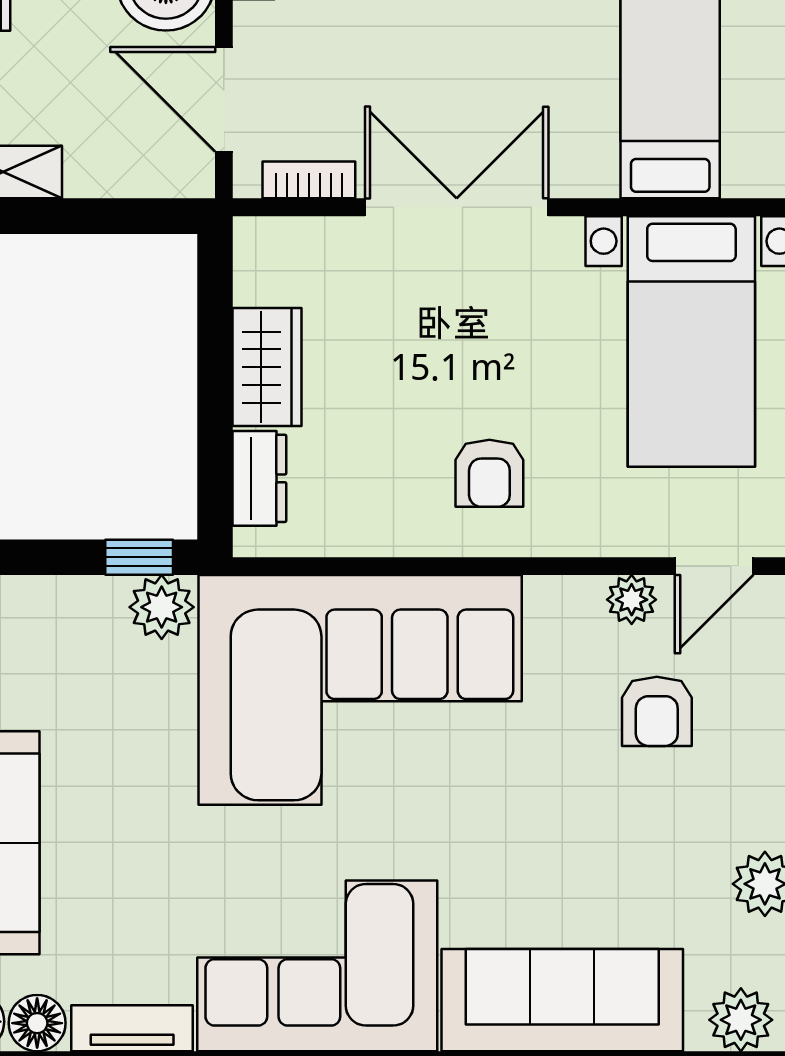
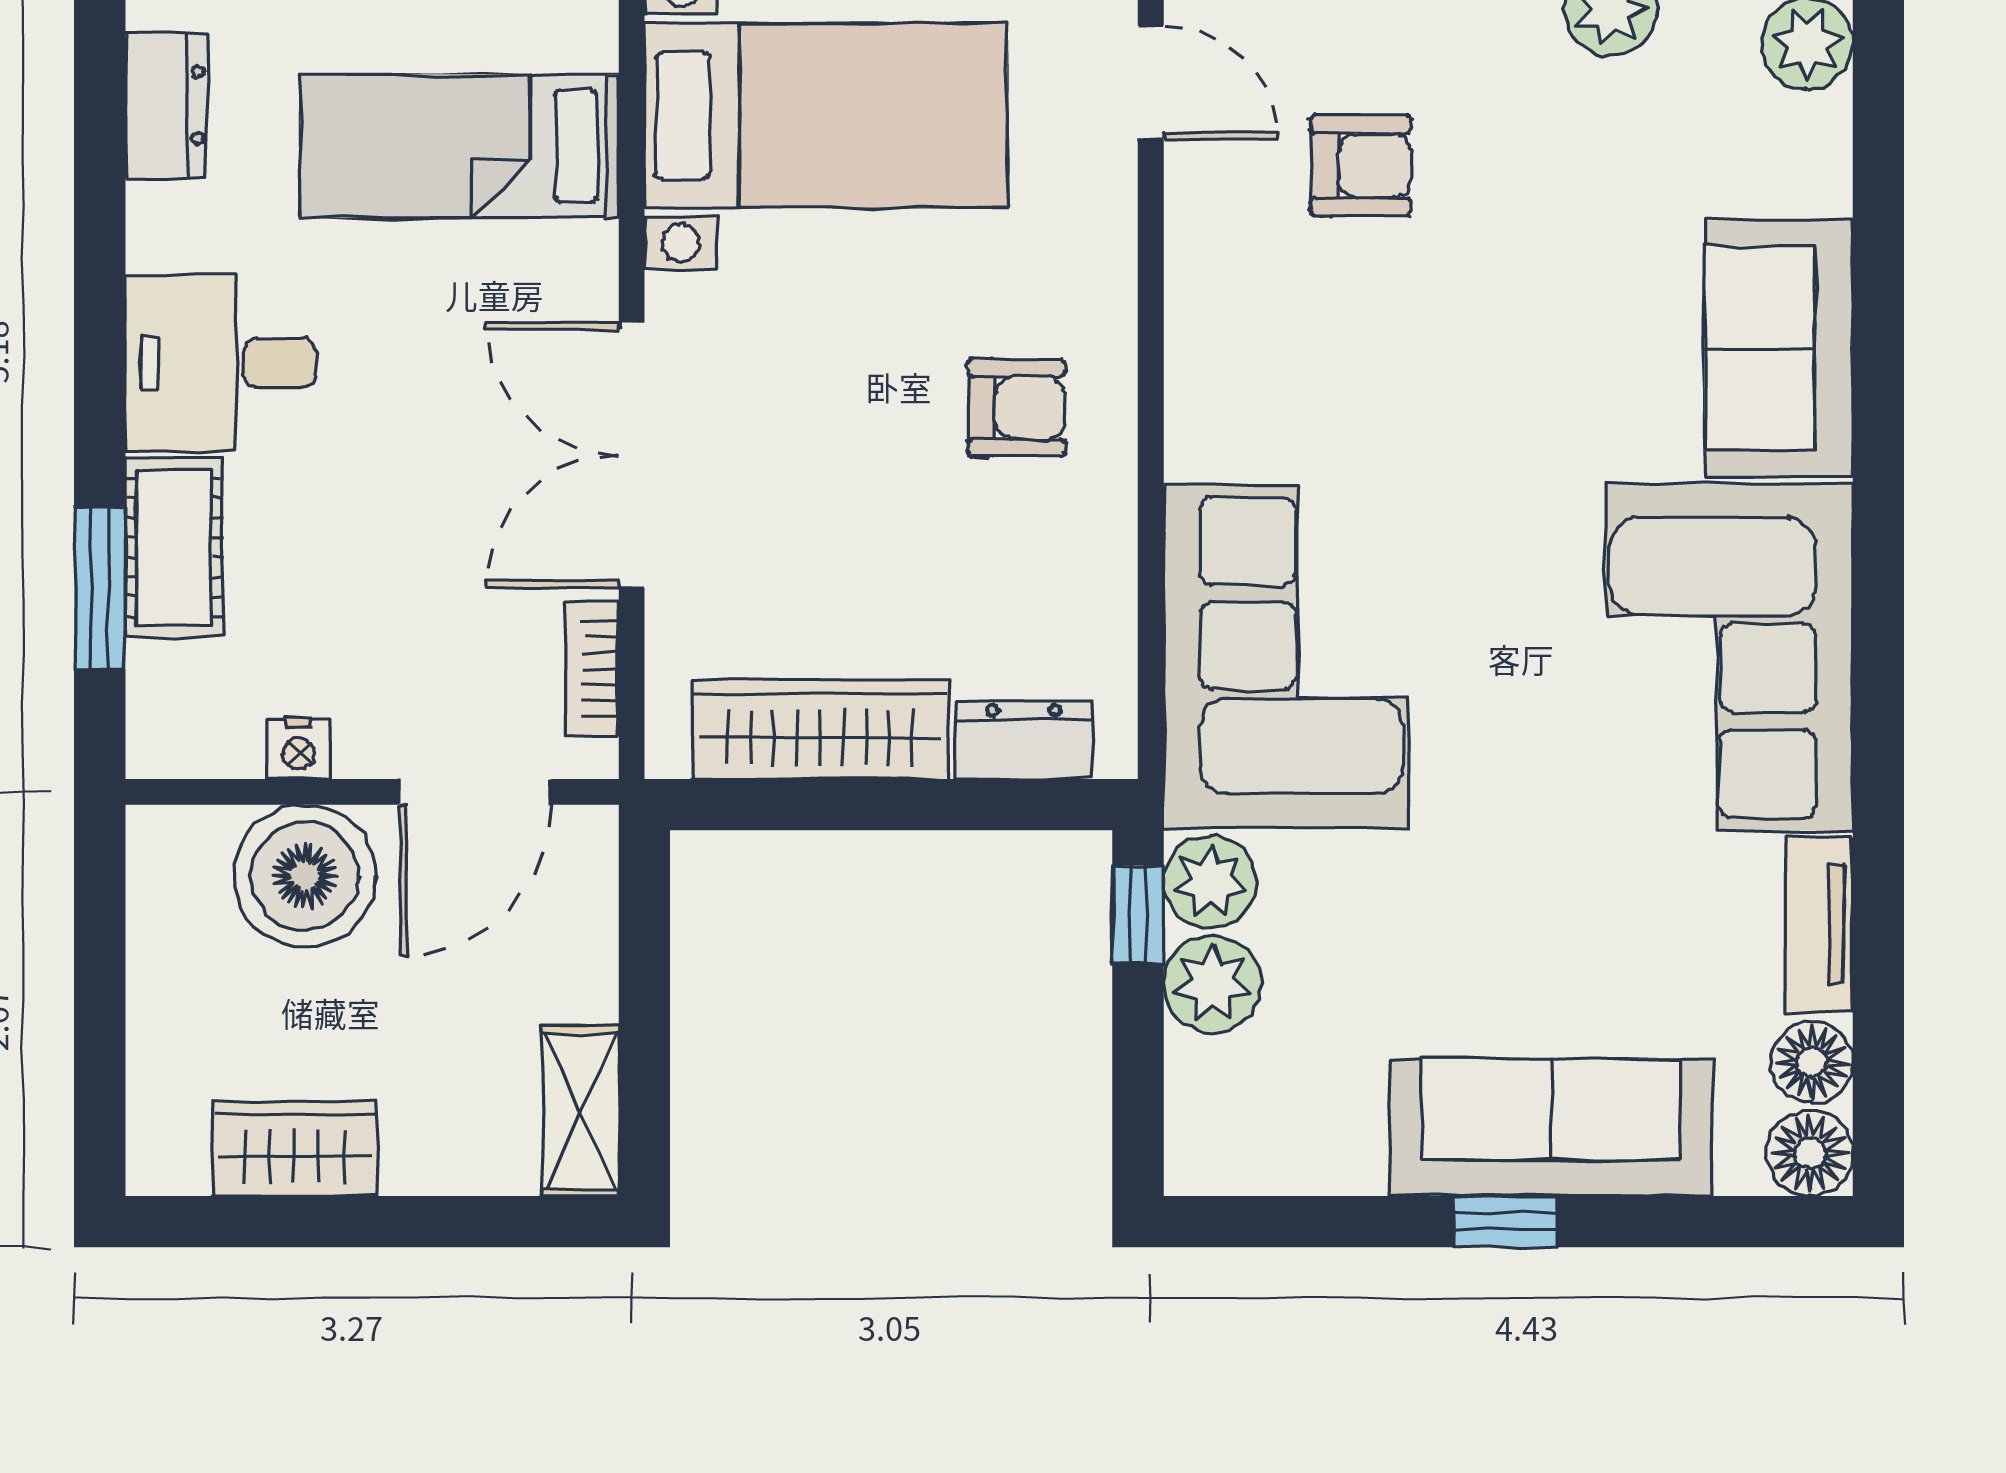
wardrobe: (267, 367) -> (820, 729), width x1.50
plant: (632, 600) -> (1212, 984), moved, width x1.38, depth x1.38
corner sofa: (360, 690) -> (1286, 657), width x0.73, depth x0.74
sofa: (562, 1000) -> (1779, 348), width x0.73

